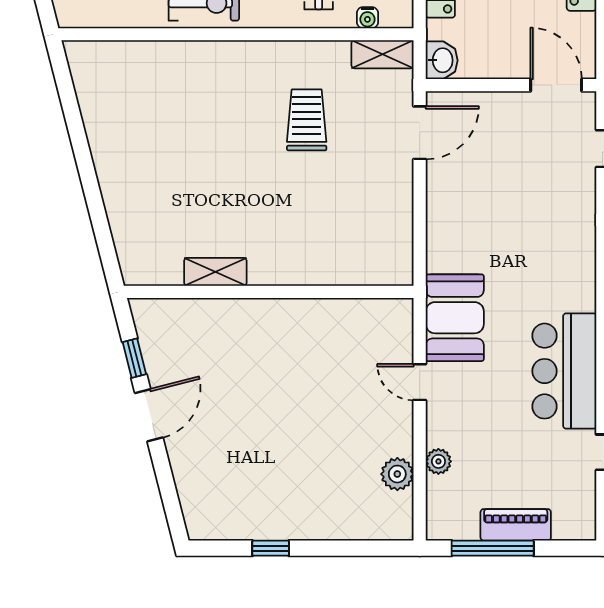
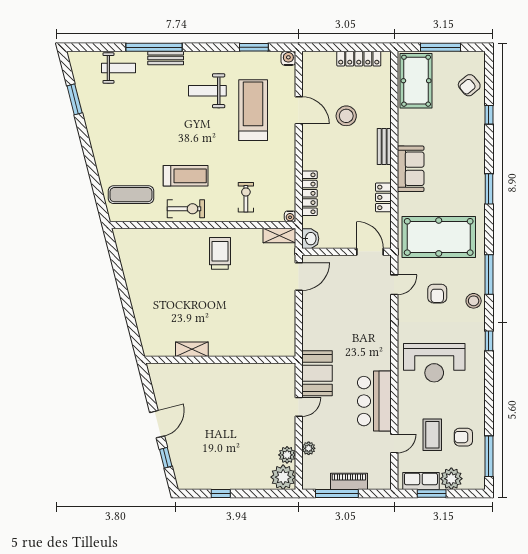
water cooler: (367, 18) -> (290, 216), moved
trolley: (307, 120) -> (220, 253), moved
window: (134, 358) -> (166, 458), moved
door: (420, 382) -> (299, 407), swing flipped
plant: (390, 517) -> (283, 477), added

